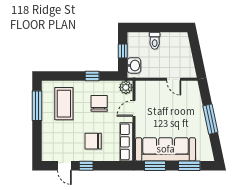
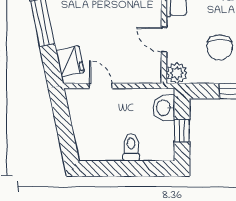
fridge: (193, 95) -> (70, 61), added
door: (134, 108) -> (164, 40), swing flipped

